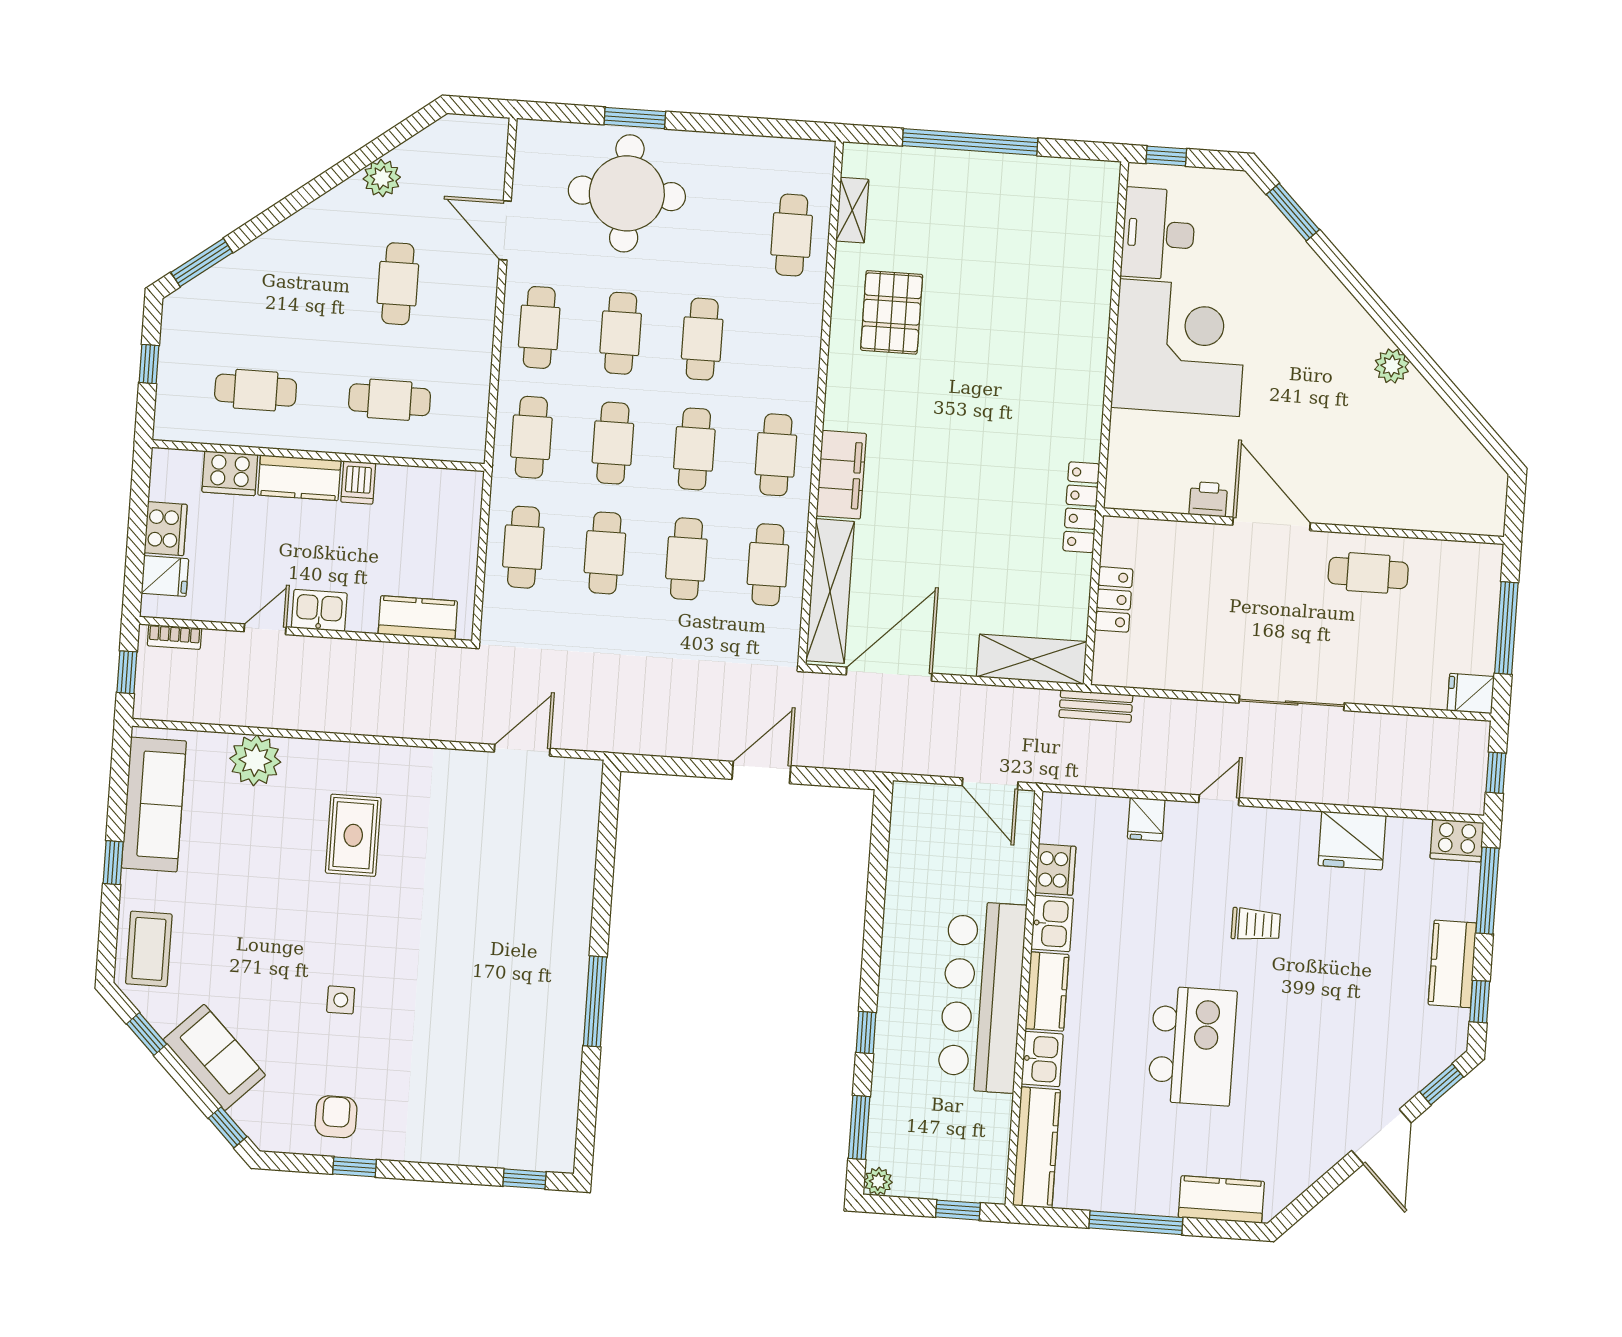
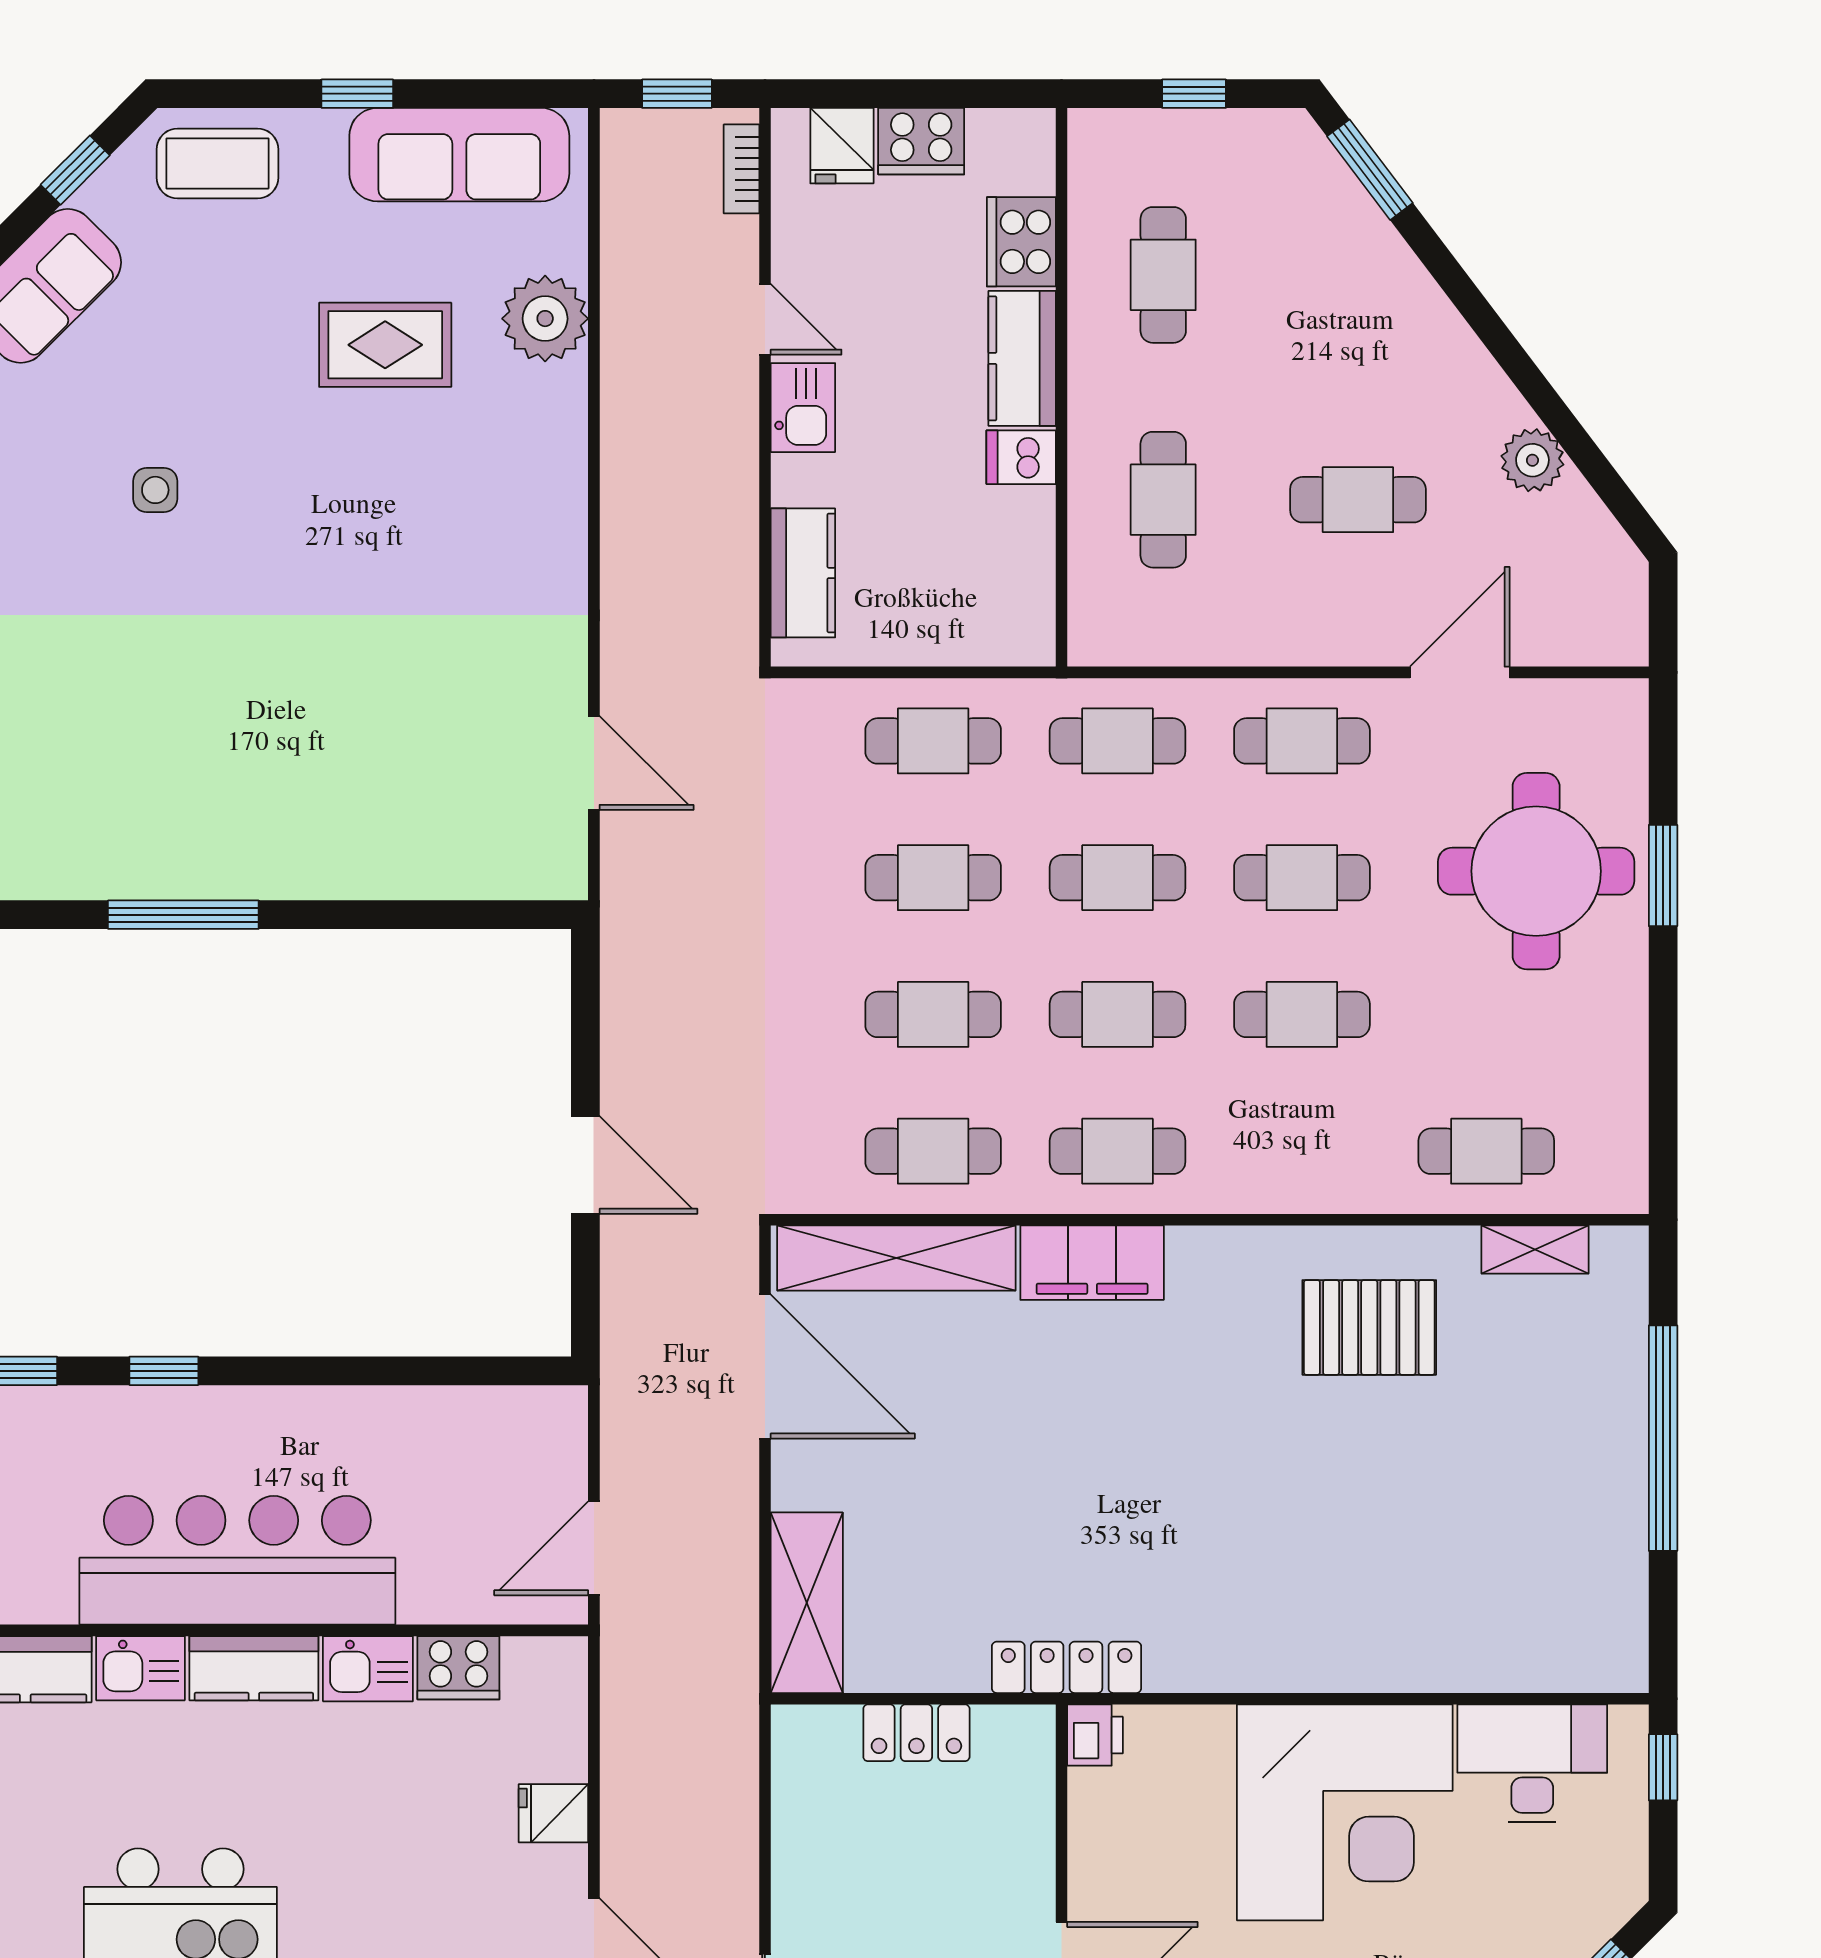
printer: (1208, 499) -> (1095, 1735), moved
bench: (1096, 706) -> (736, 1716), removed
rug: (353, 835) -> (385, 345), moved

